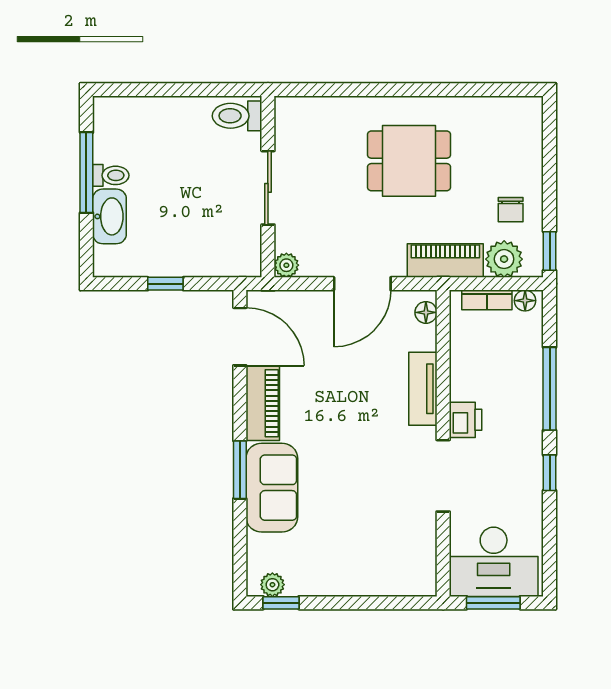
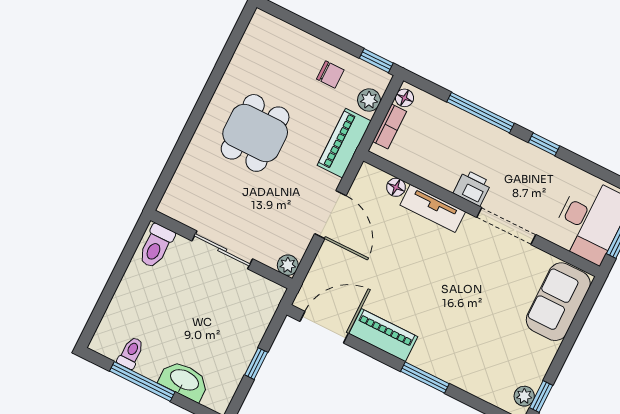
toilet: (111, 175) -> (131, 353), moved
plant: (504, 259) -> (369, 100), width x0.73, depth x0.73
floor lamp: (426, 312) -> (396, 187), moved
sofa: (272, 488) -> (558, 302), moved, turned -90

